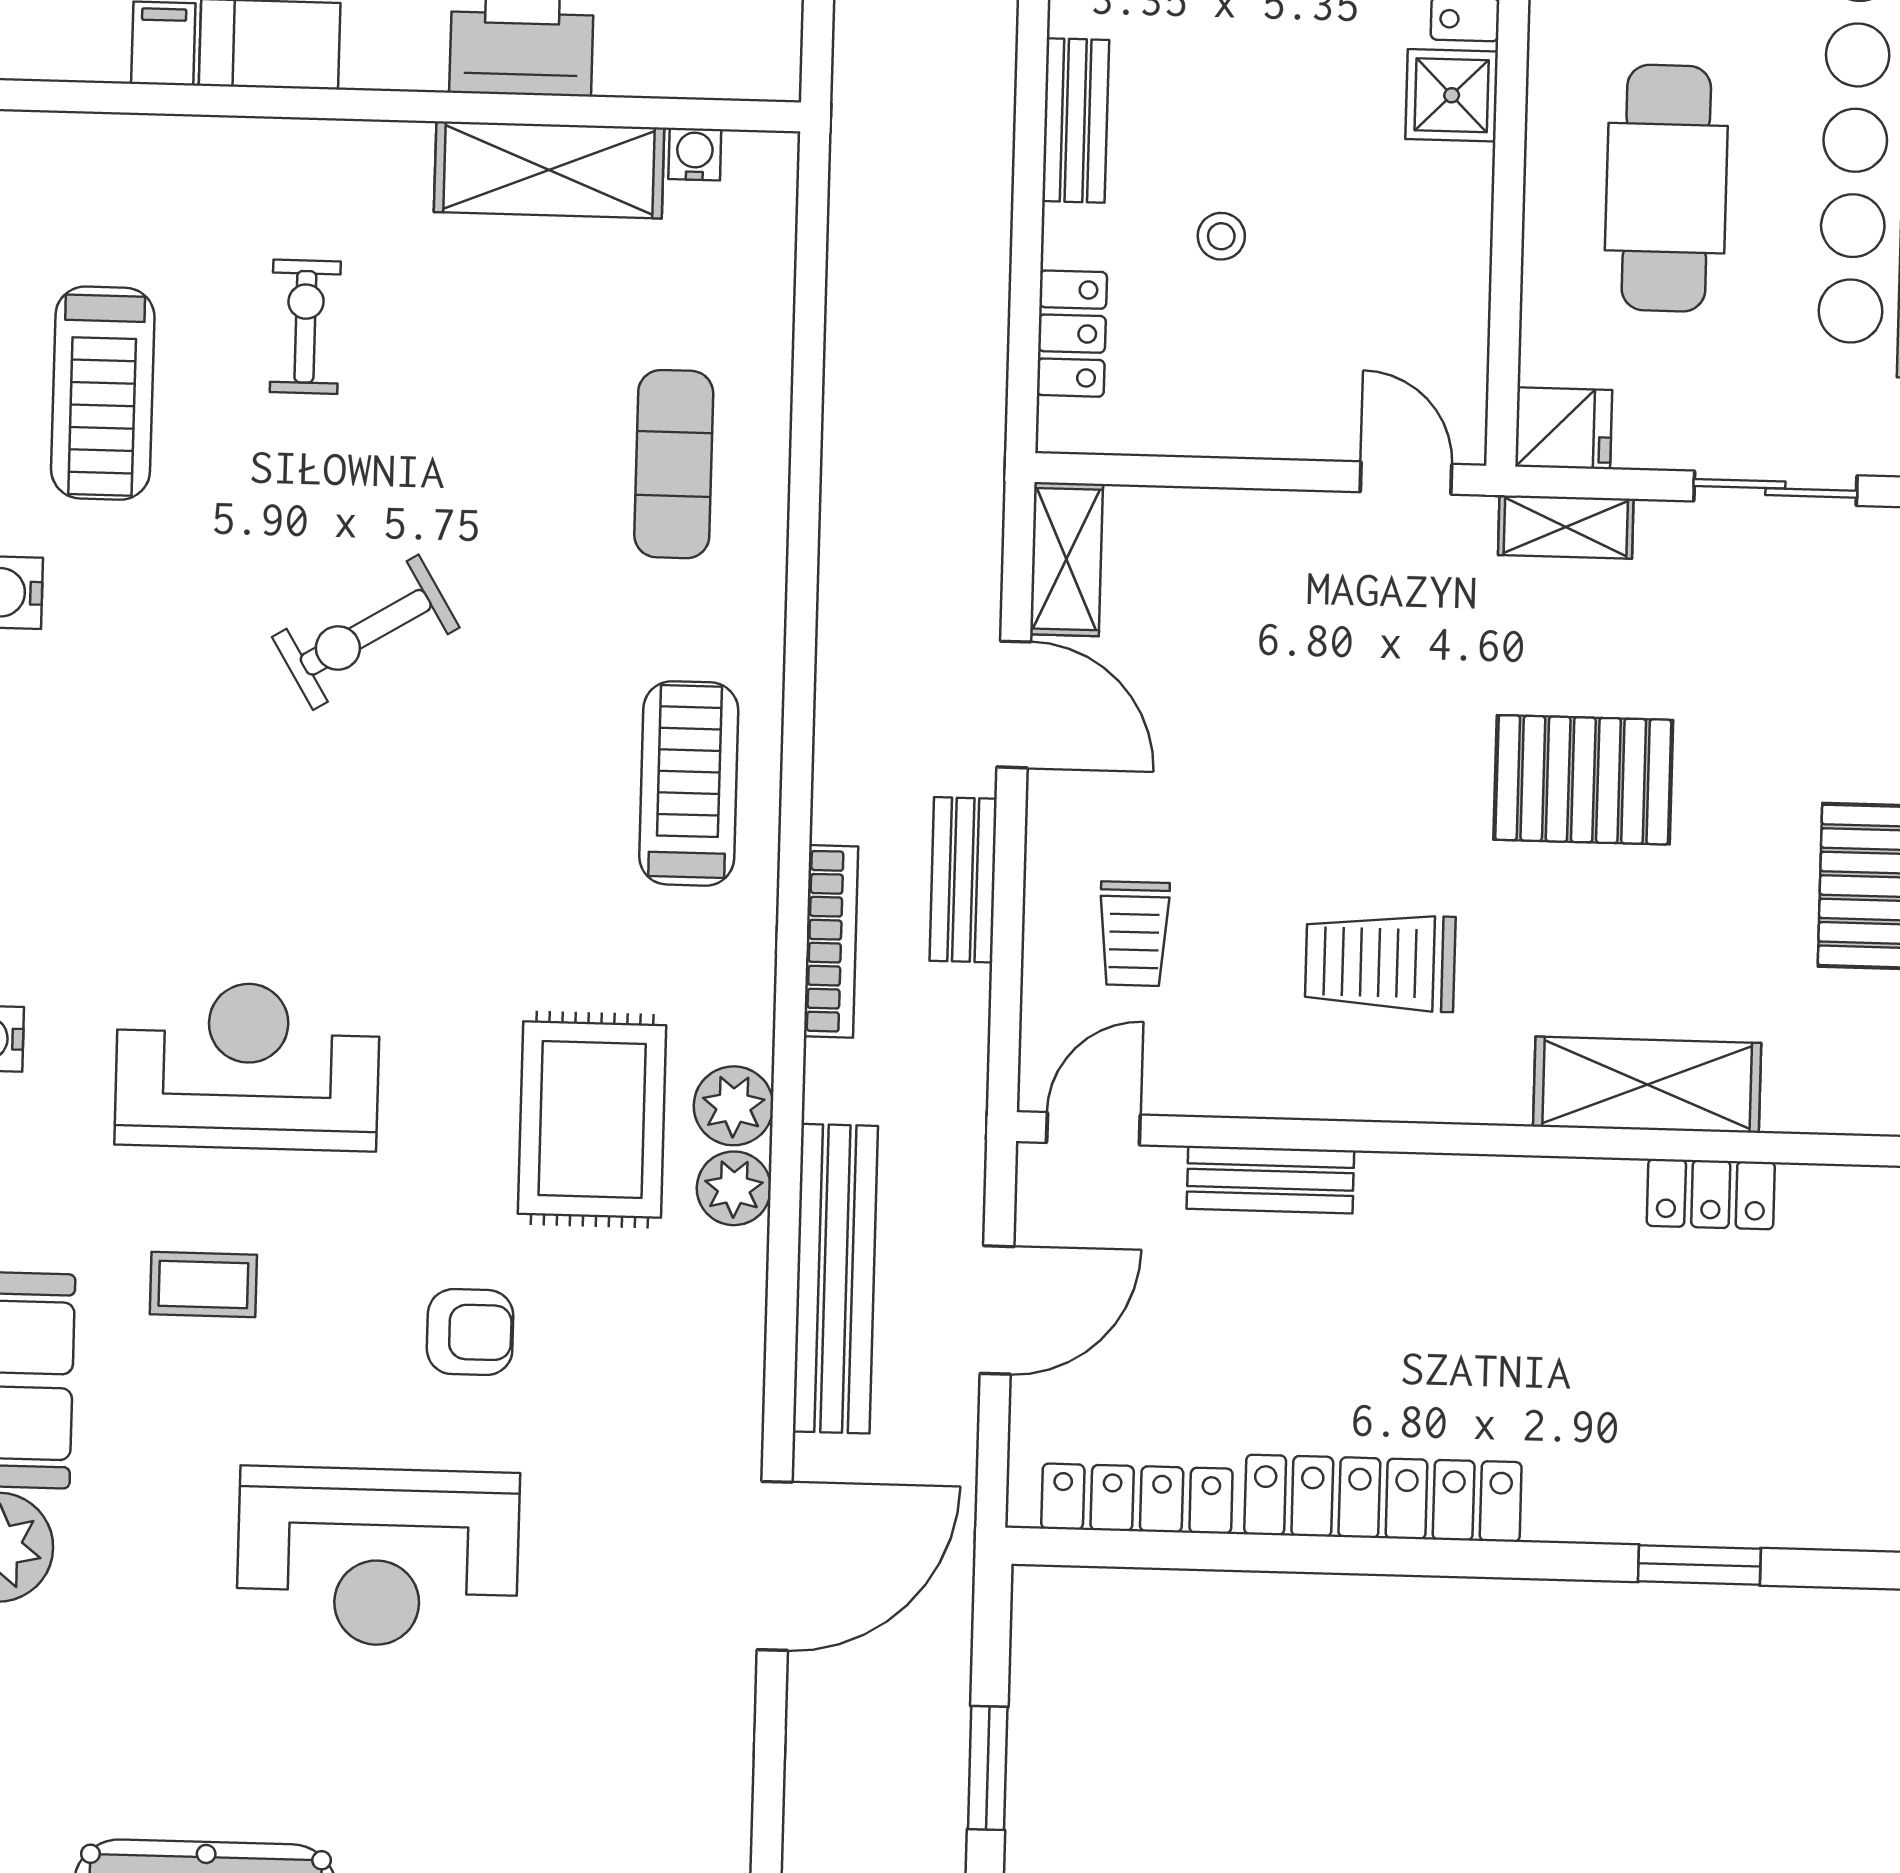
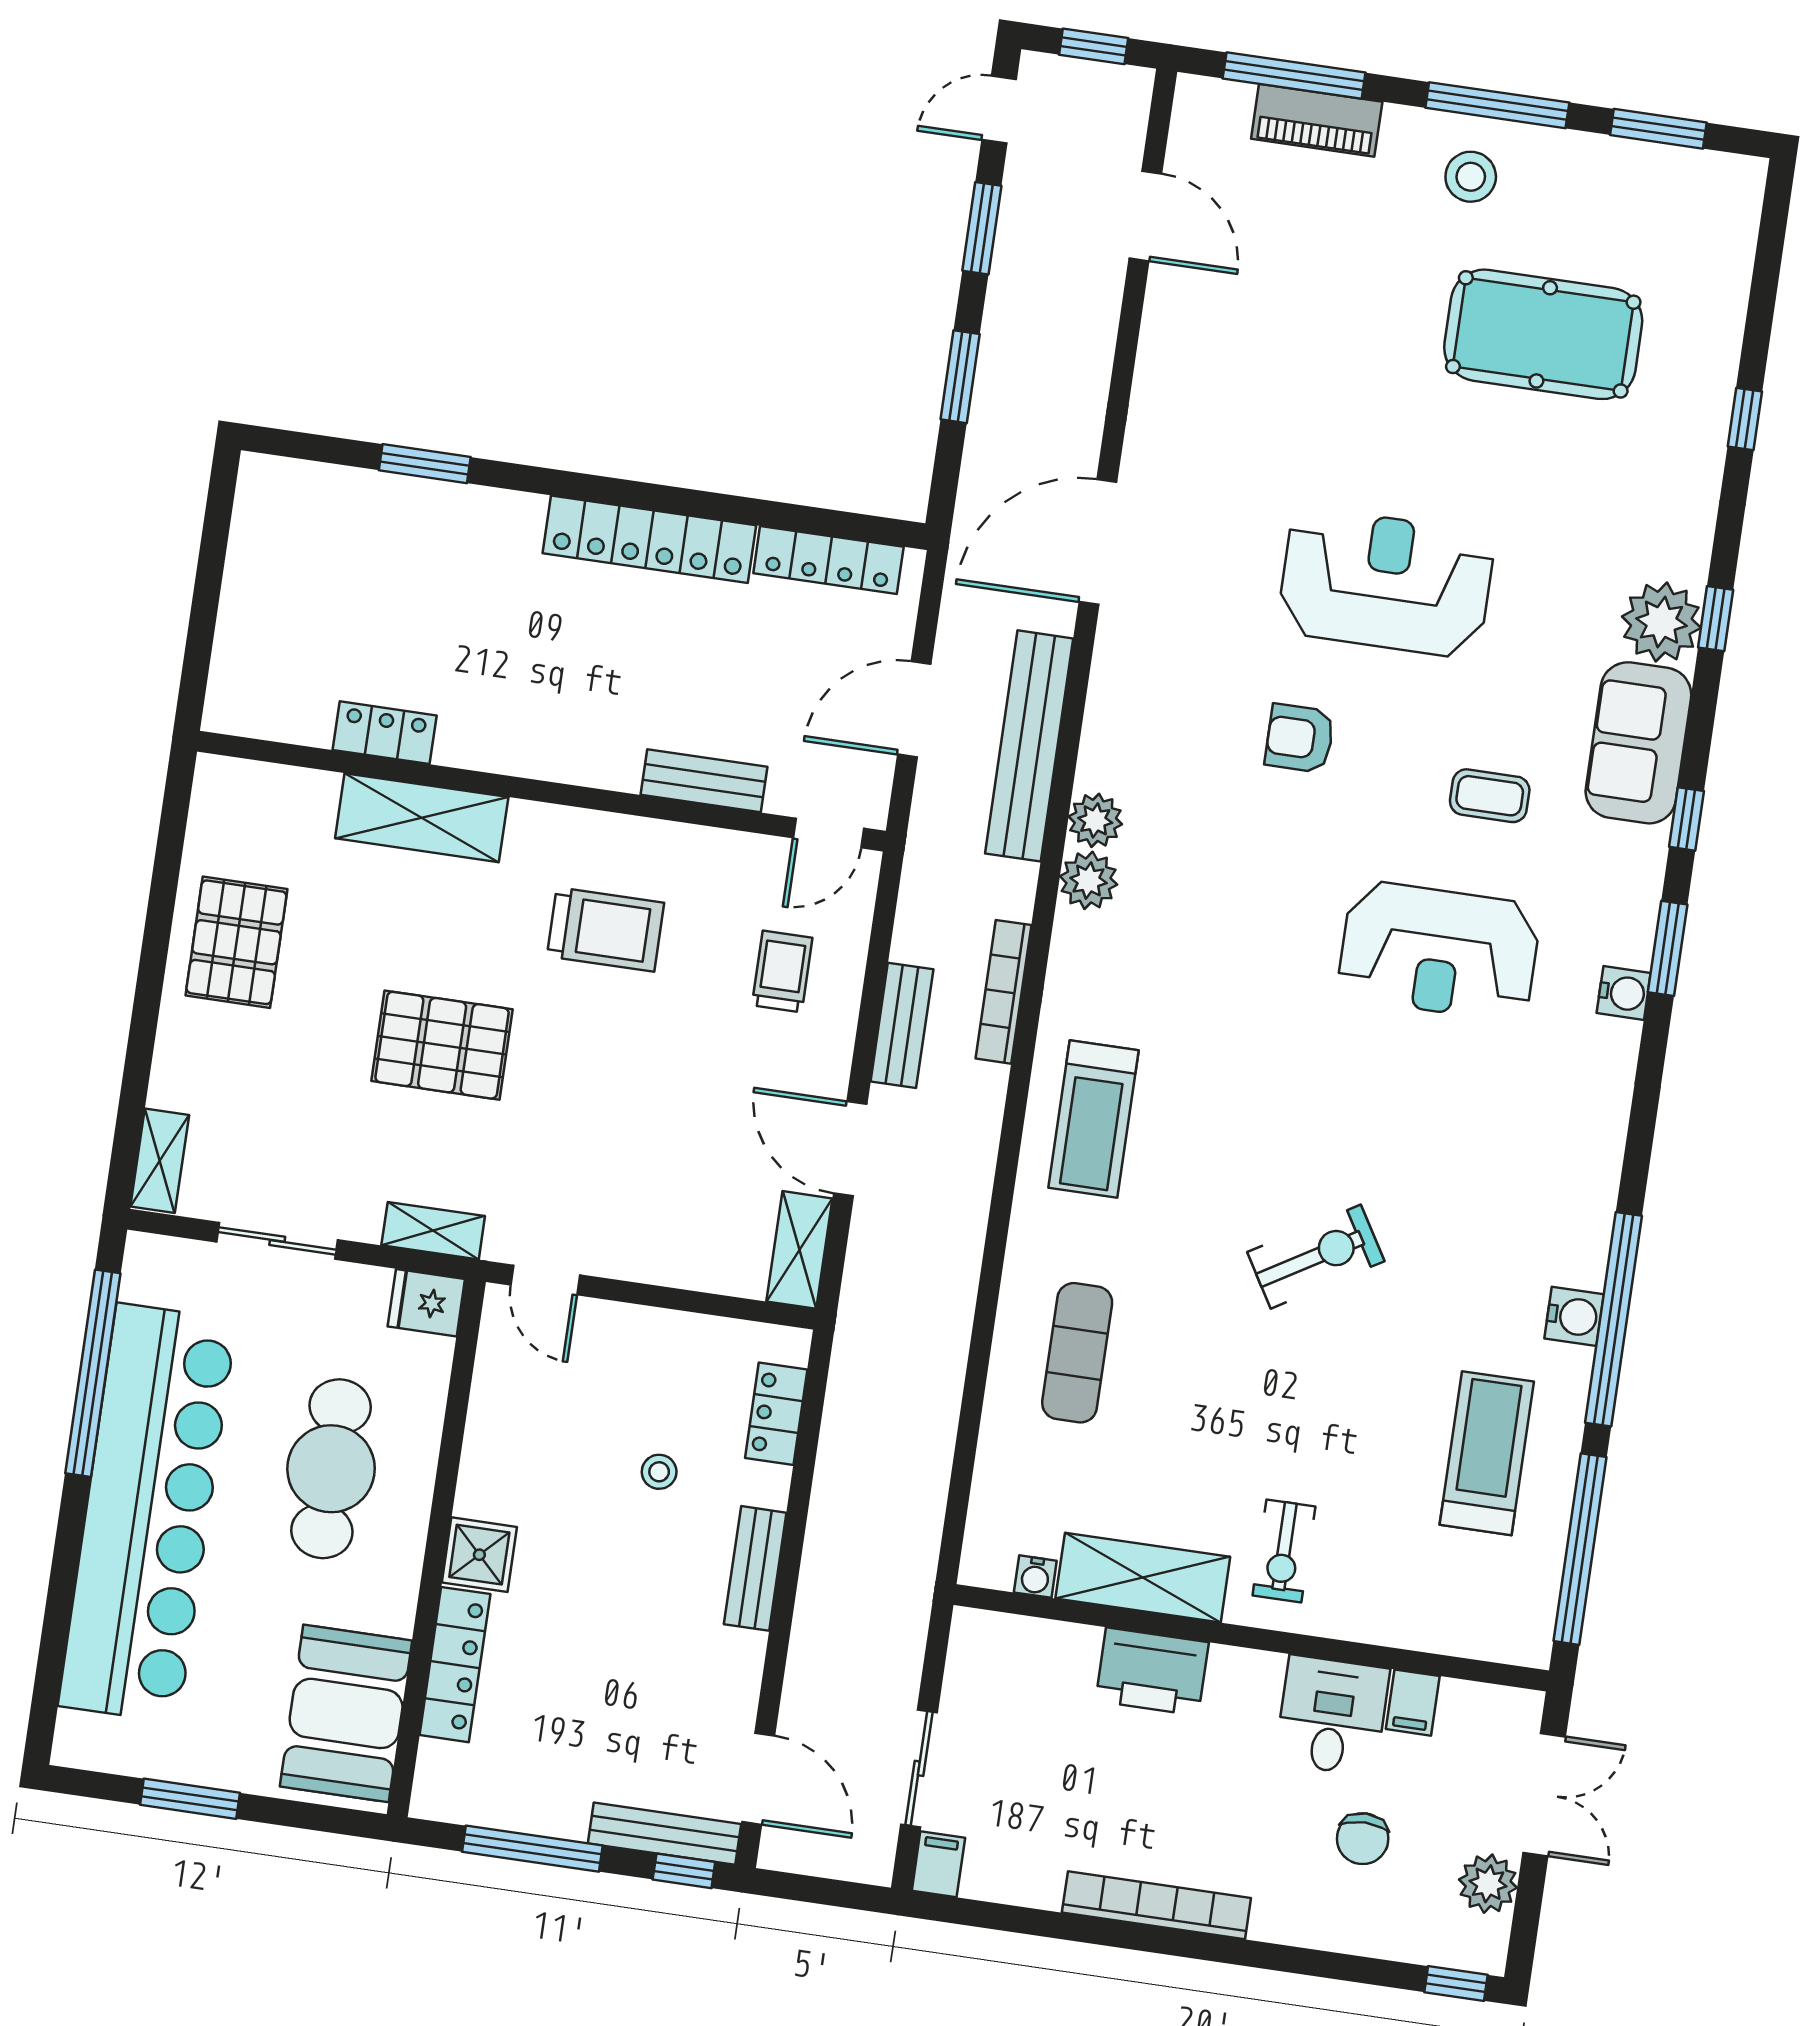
exercise bike: (305, 327) -> (1284, 1551), moved
rug: (592, 1120) -> (1193, 883), removed

